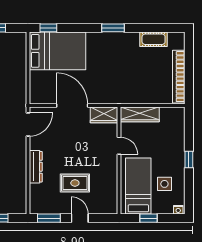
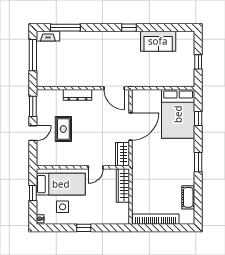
window: (48, 28) -> (198, 119), moved

